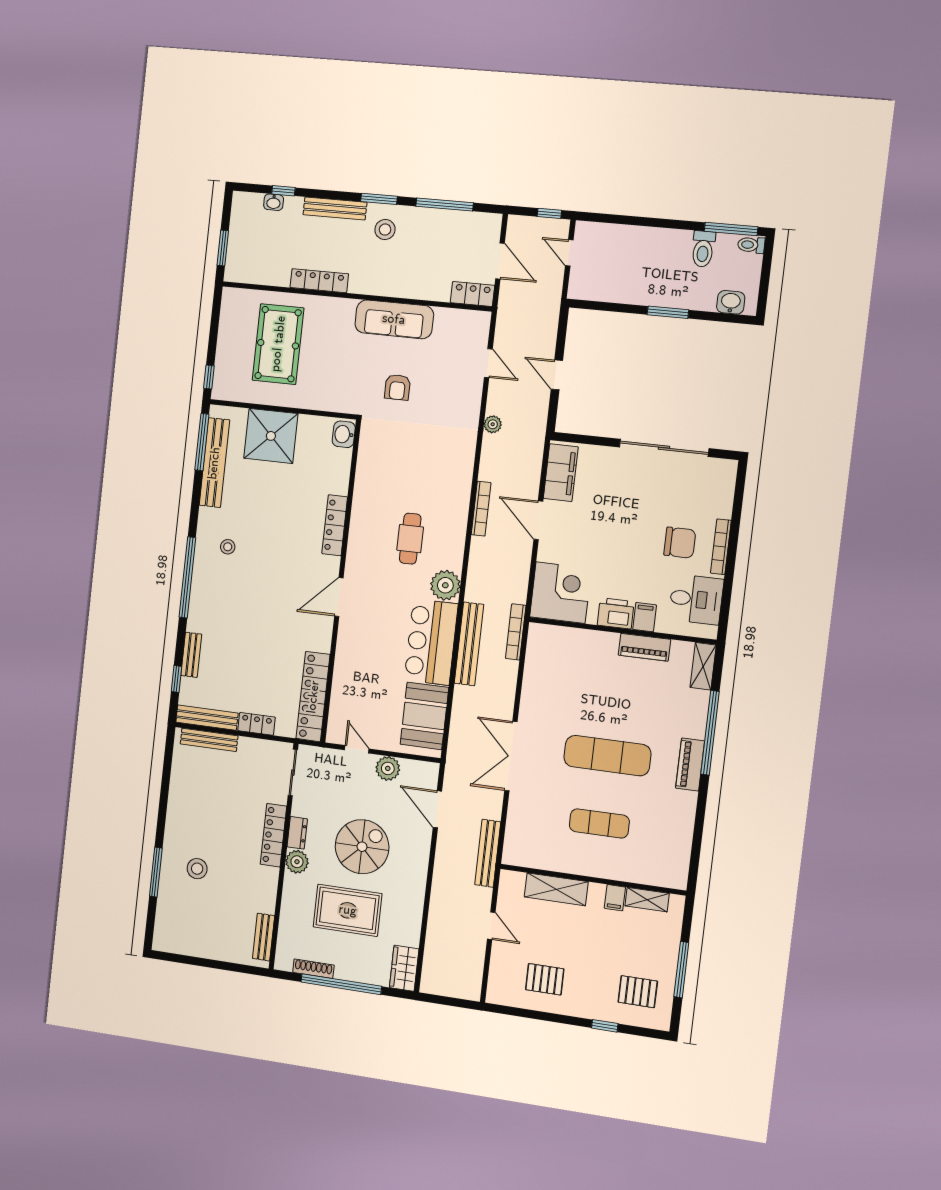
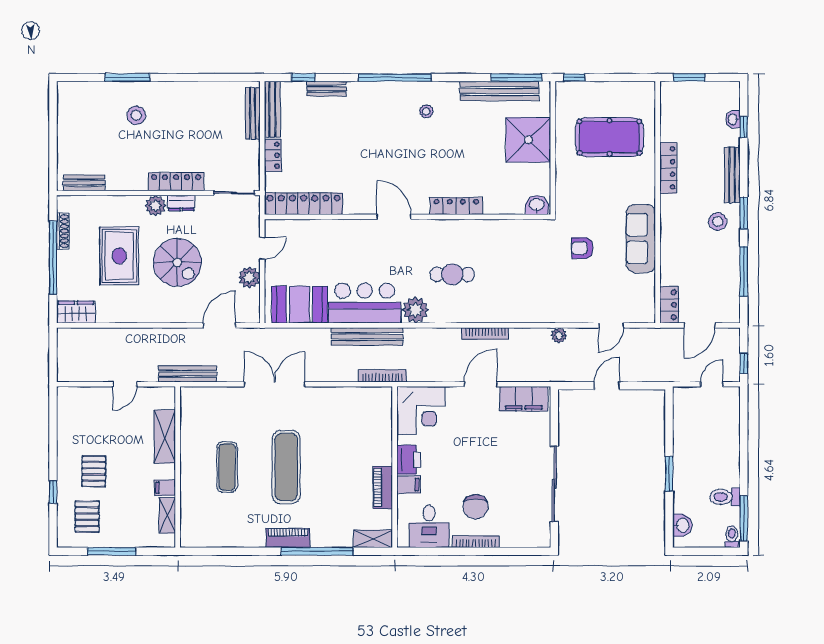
pallet: (545, 979) -> (94, 471), moved

